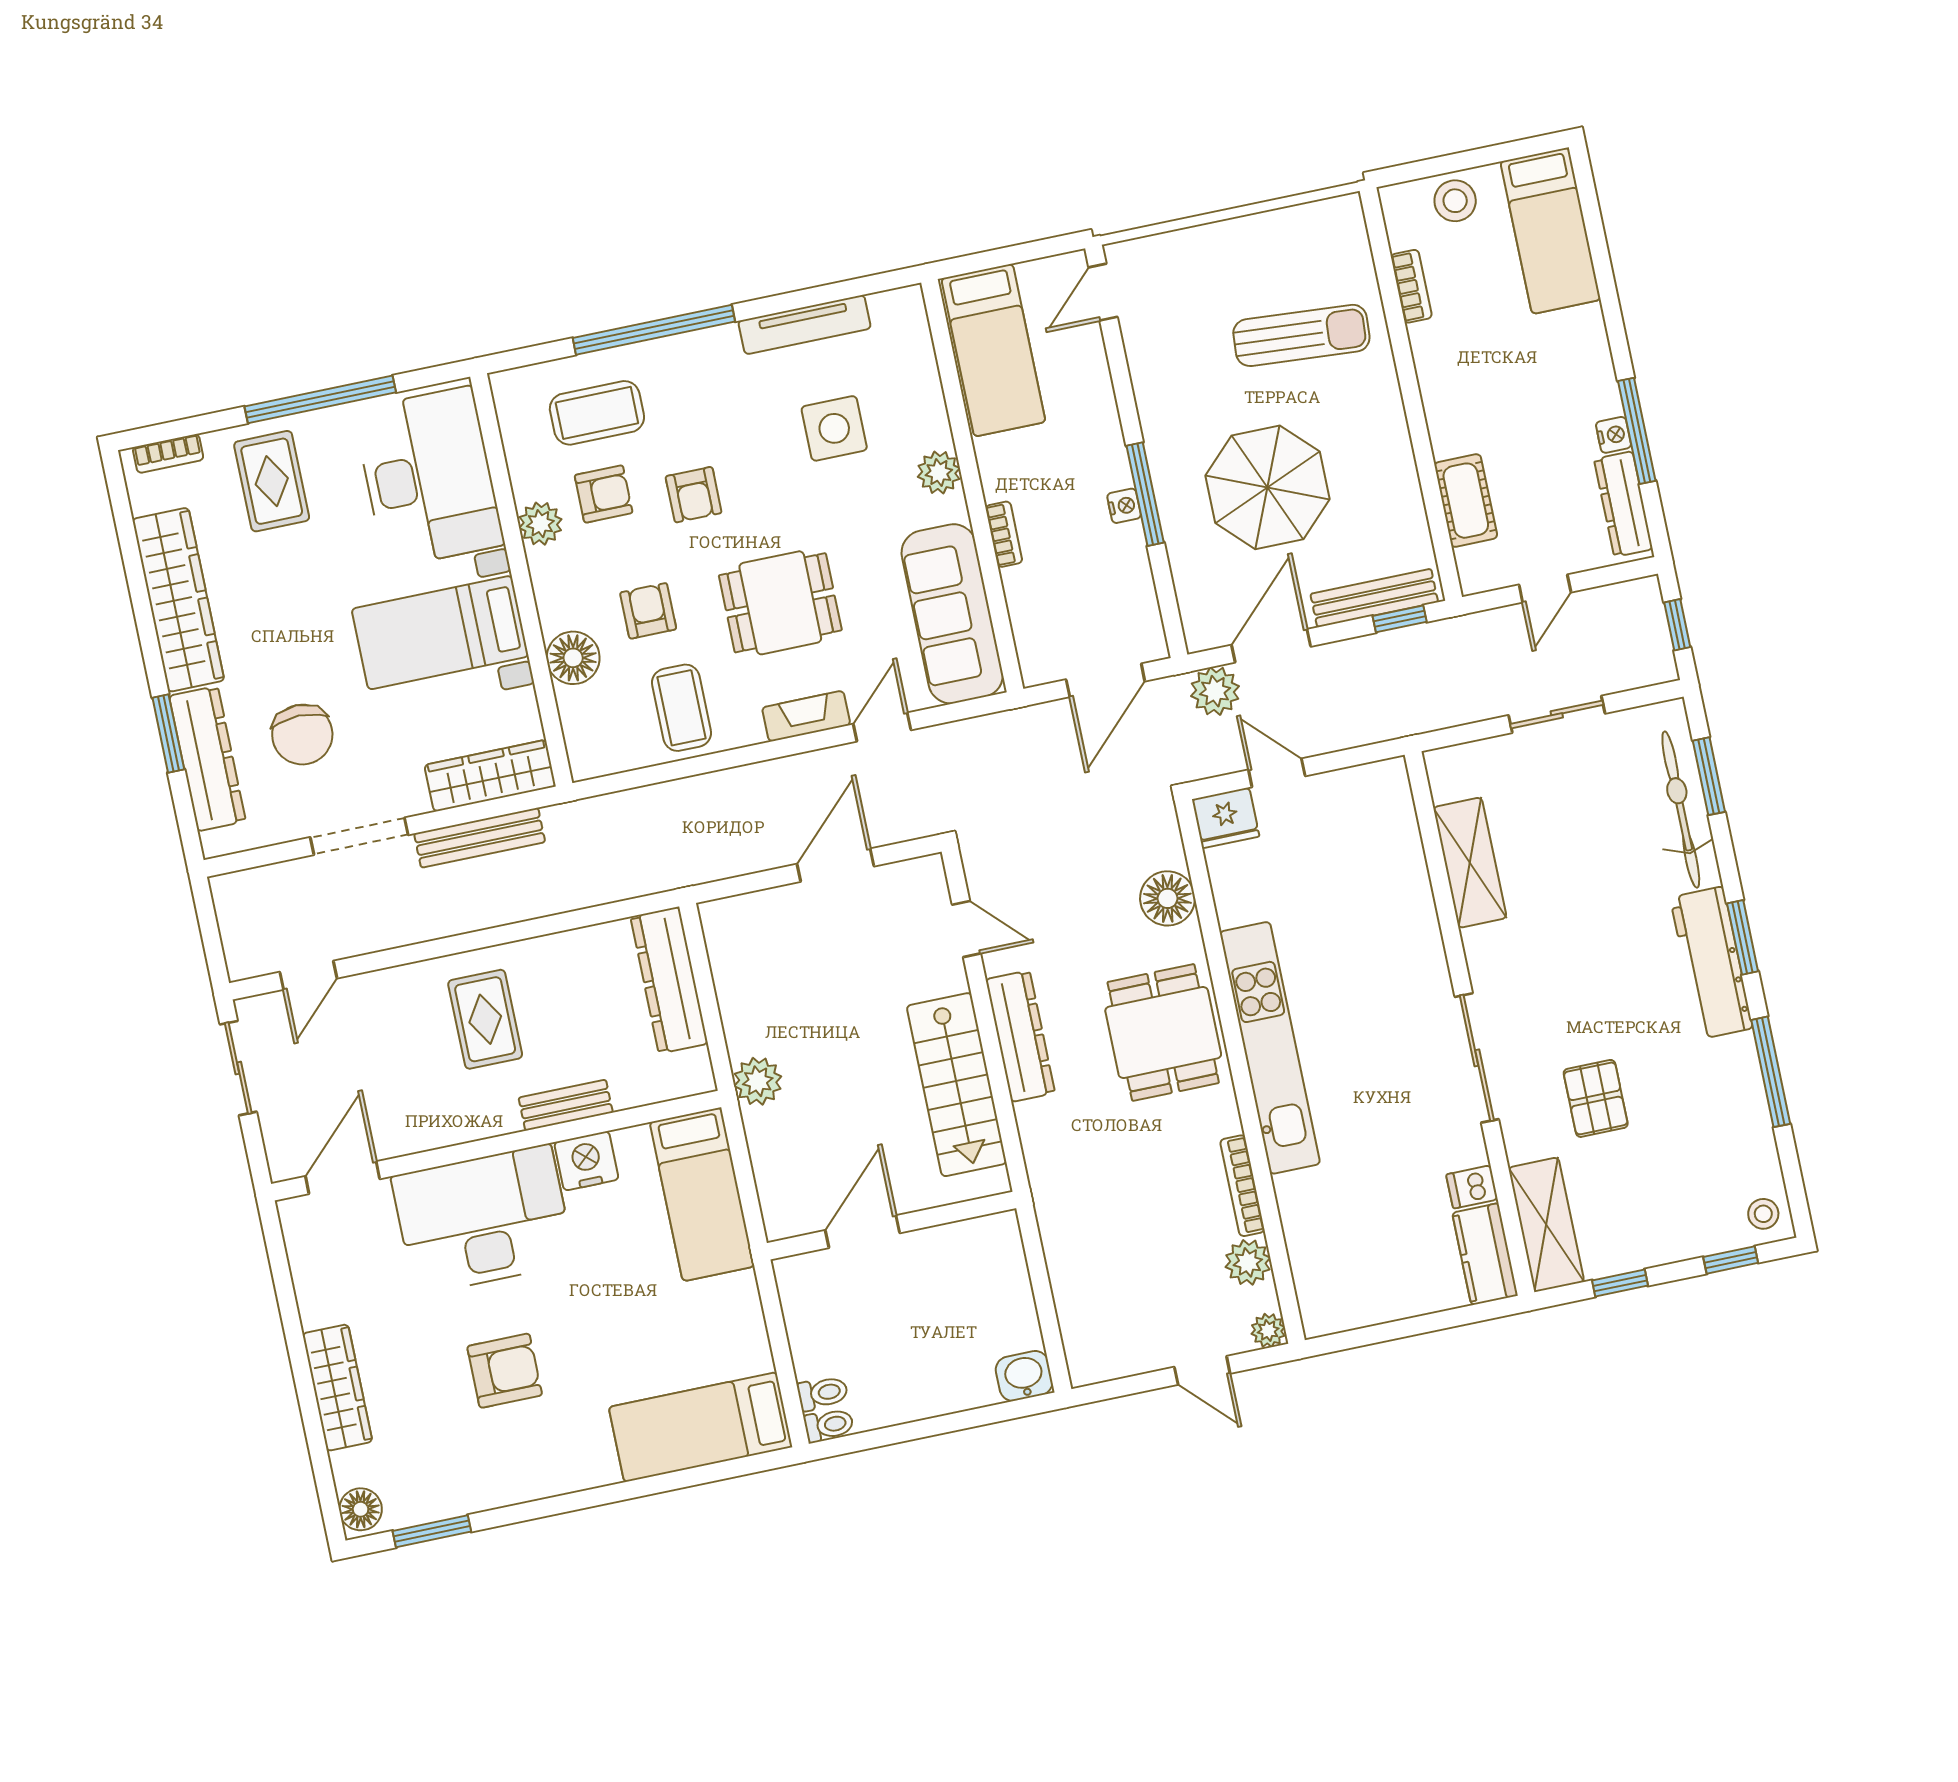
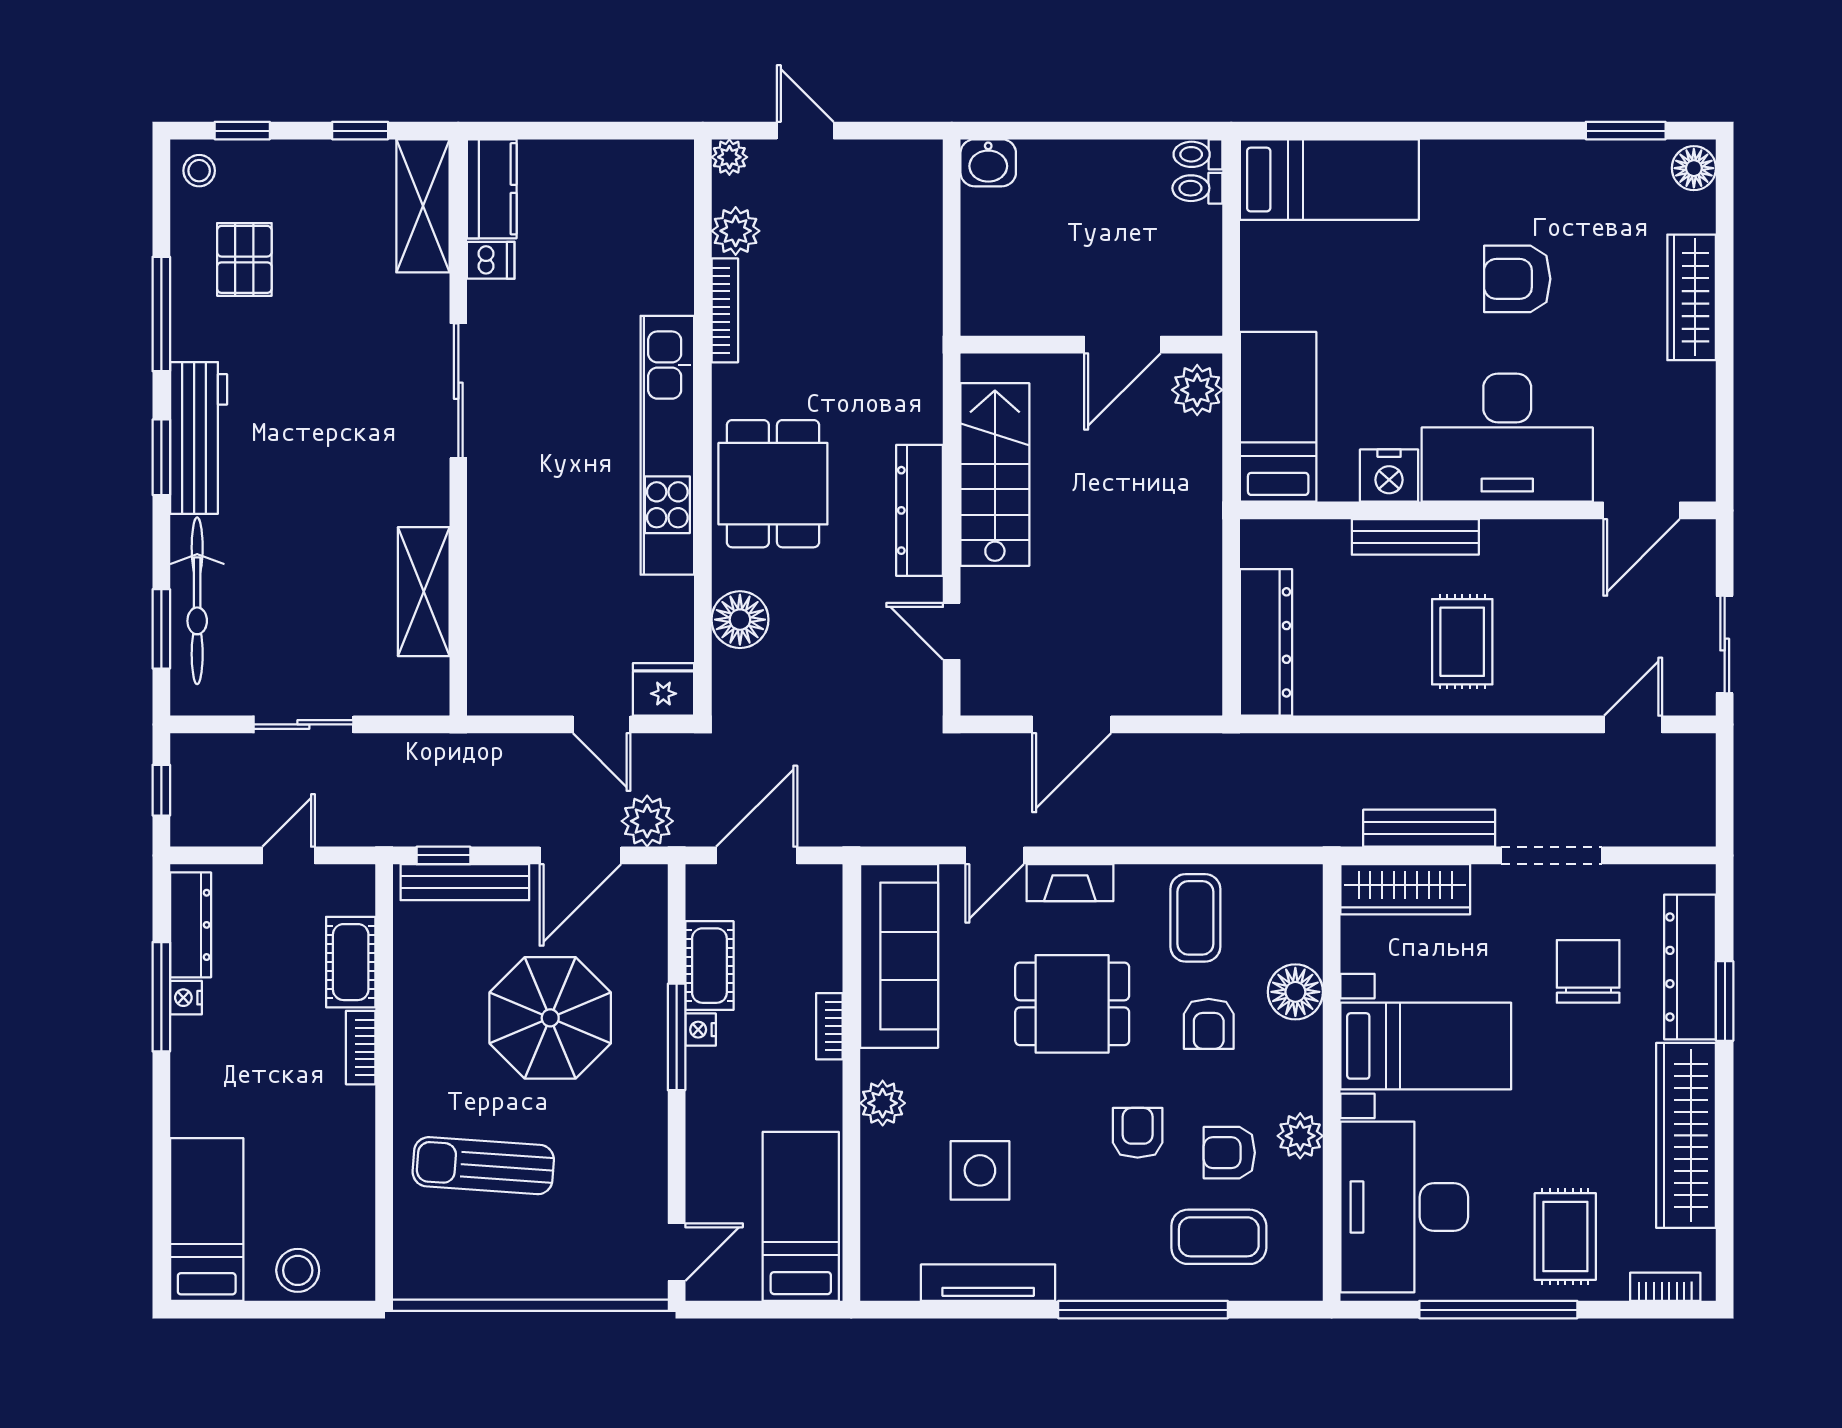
bookcase: (1411, 286) -> (361, 1048), moved
cot: (1128, 568) -> (709, 966), added
plant: (758, 1081) -> (1197, 390), moved
pallet: (1596, 1098) -> (244, 259), moved
bench: (566, 1105) -> (1415, 537), width x1.36

